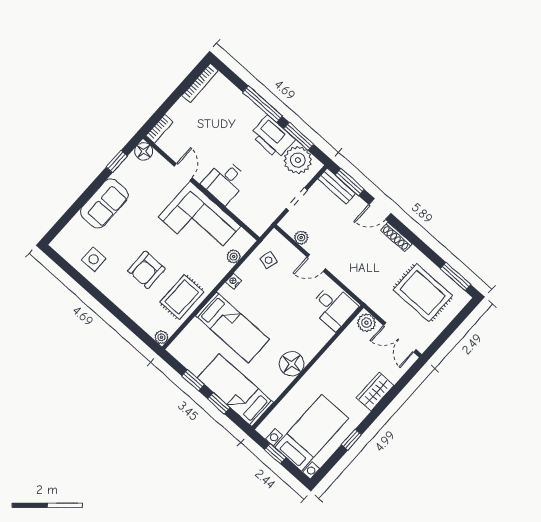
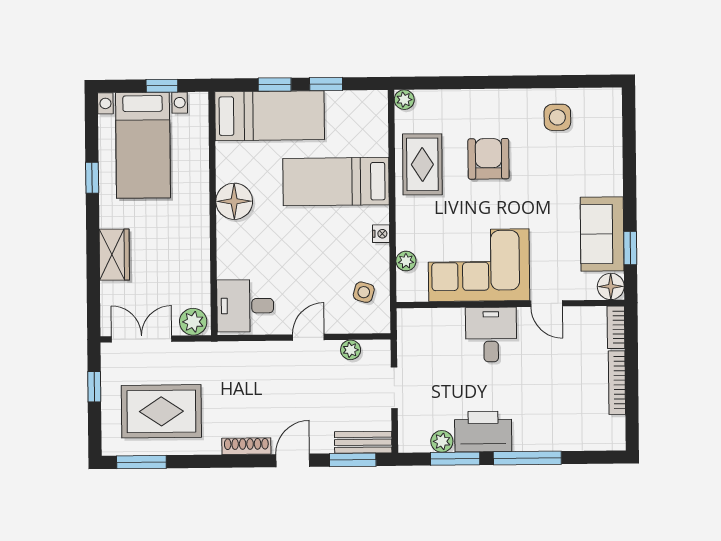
bookcase: (200, 83) -> (617, 383), moved
plant: (298, 160) -> (442, 441), width x0.53, depth x0.53
sofa: (104, 203) -> (602, 234), moved
window: (445, 335) -> (94, 387), added

